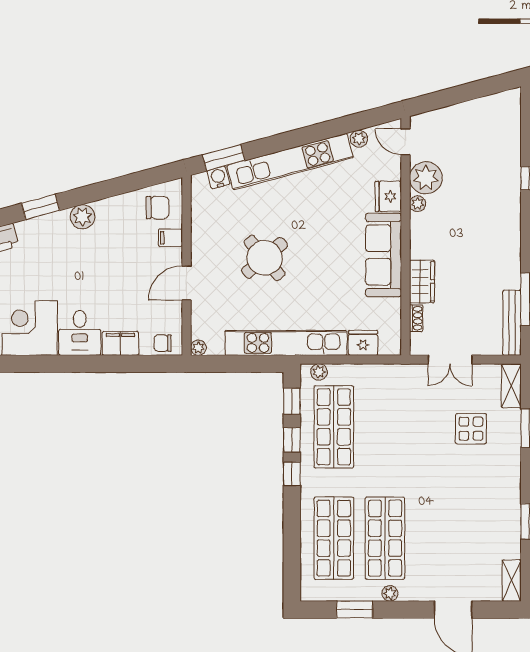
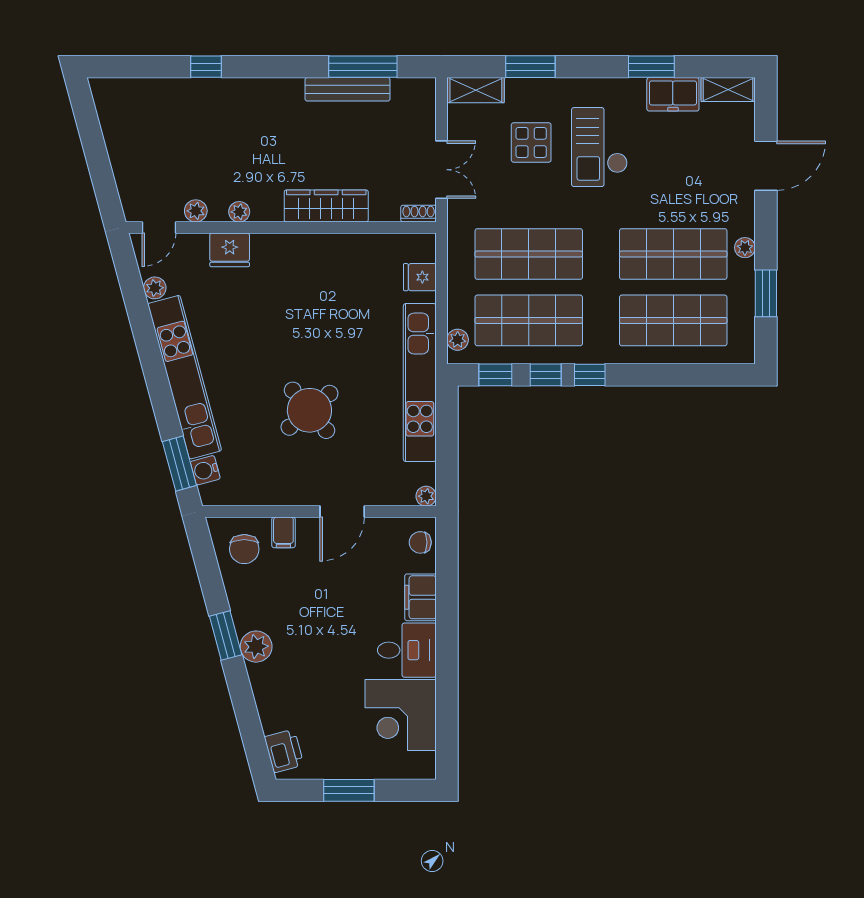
plant: (426, 178) -> (196, 211), width x0.53, depth x0.53
window: (41, 207) -> (226, 635), moved
chair: (158, 208) -> (244, 549), turned 180
sofa: (384, 255) -> (306, 256), removed
wardrobe: (422, 281) -> (326, 206), width x1.50
door: (186, 283) -> (342, 512), hinge flipped
shoe rack: (416, 318) -> (419, 214), moved
bench: (512, 323) -> (347, 89), moved
chair: (163, 343) -> (420, 542), turned 90
fridge: (363, 343) -> (420, 277), width x0.72
shop shelf: (385, 427) -> (529, 254), added
checkout: (467, 481) -> (599, 147), added
freezer: (508, 538) -> (673, 94), added

